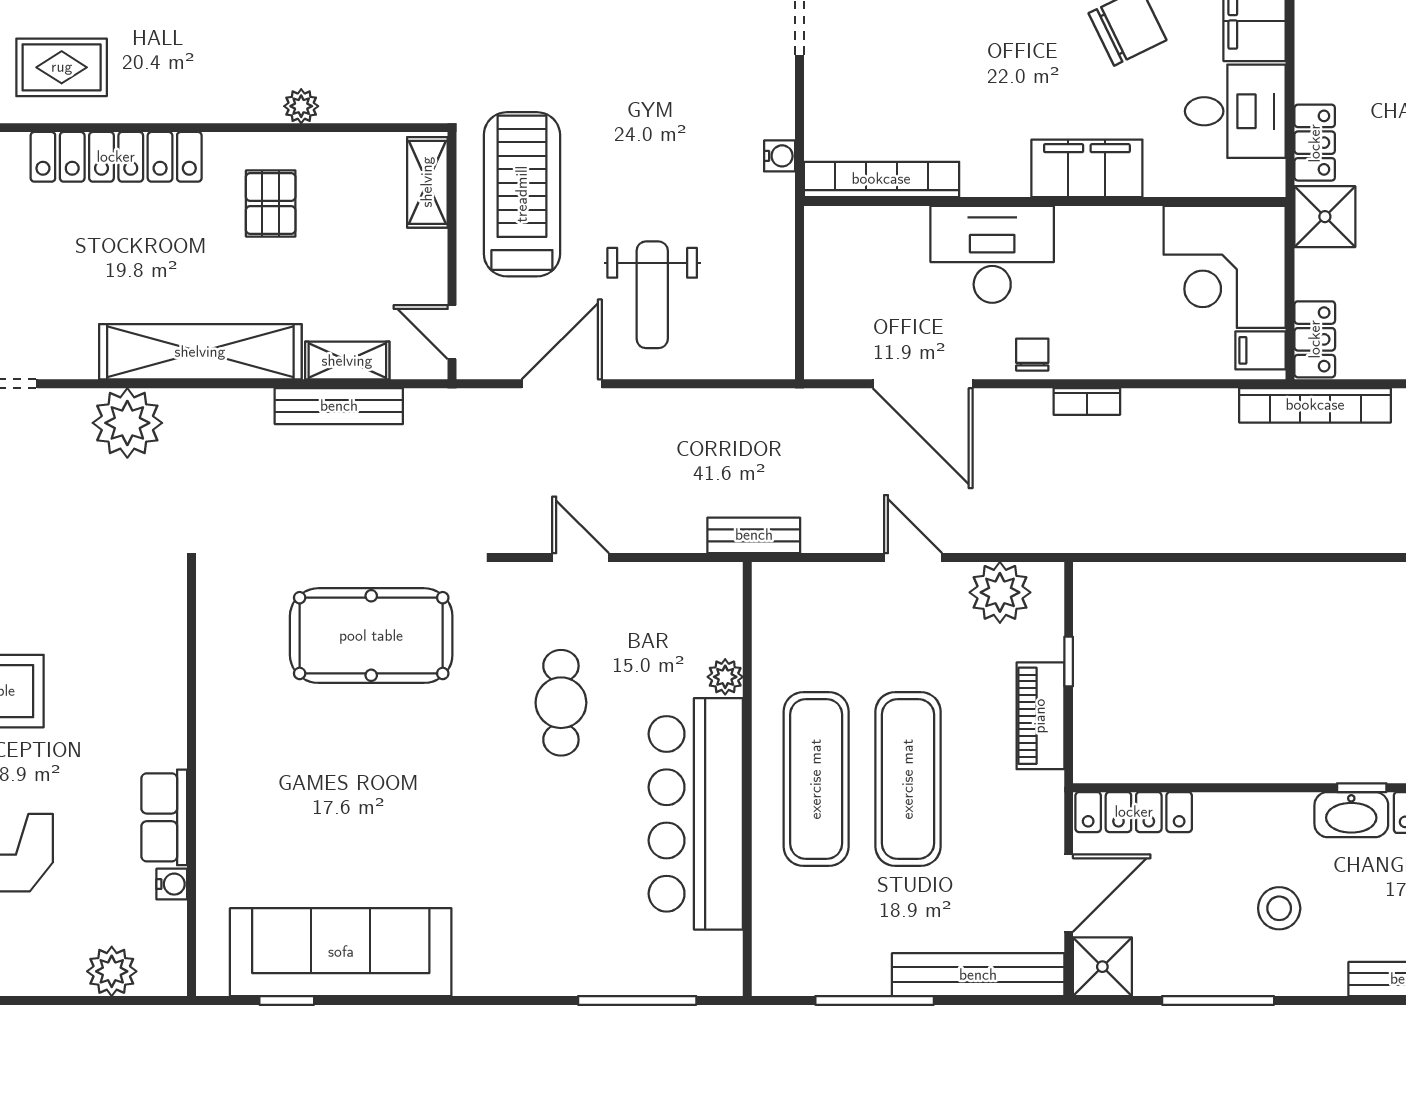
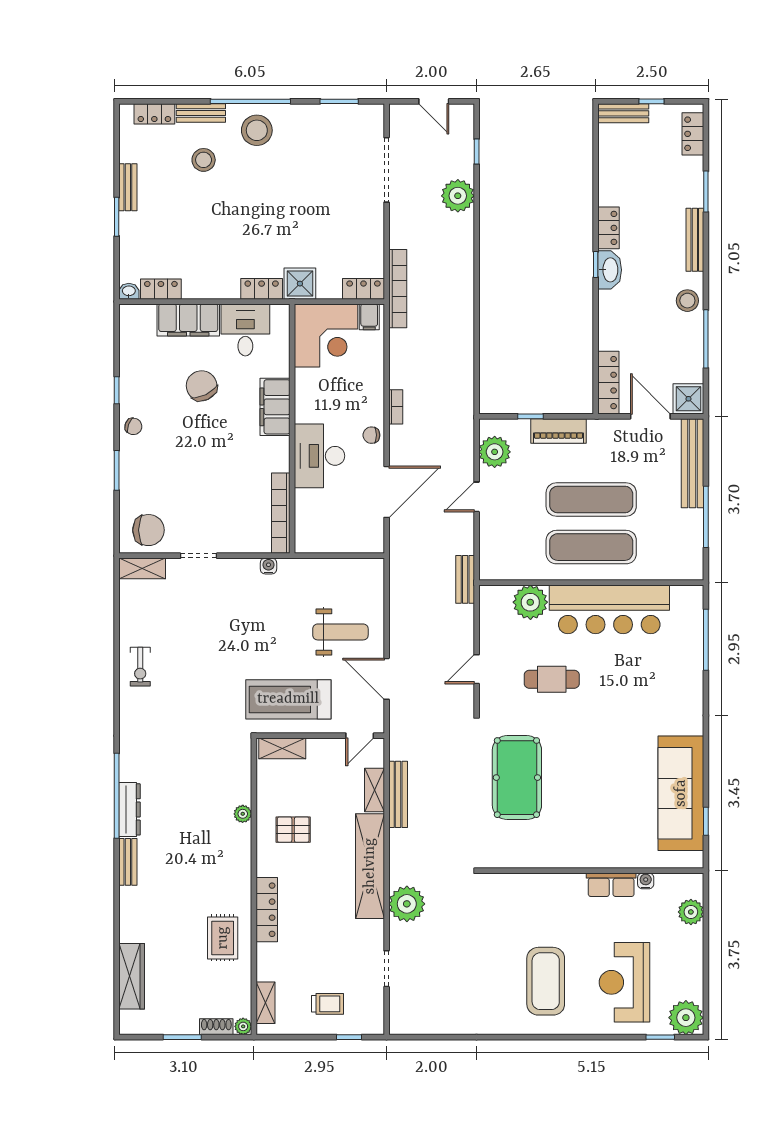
locker: (116, 157) -> (267, 910), width x0.71, depth x0.83
plant: (725, 677) -> (530, 602), width x1.88, depth x1.88
stool: (1279, 908) -> (687, 301), moved

